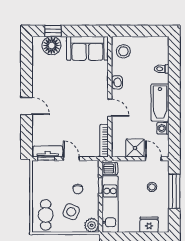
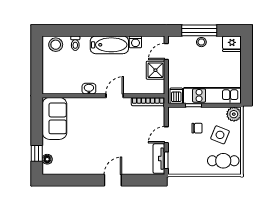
floor lamp: (52, 46) -> (47, 159), width x0.53, depth x0.53
stool: (123, 51) -> (56, 45), moved
stool: (152, 187) -> (201, 42), moved
fridge: (149, 225) -> (232, 44), moved, turned -90

